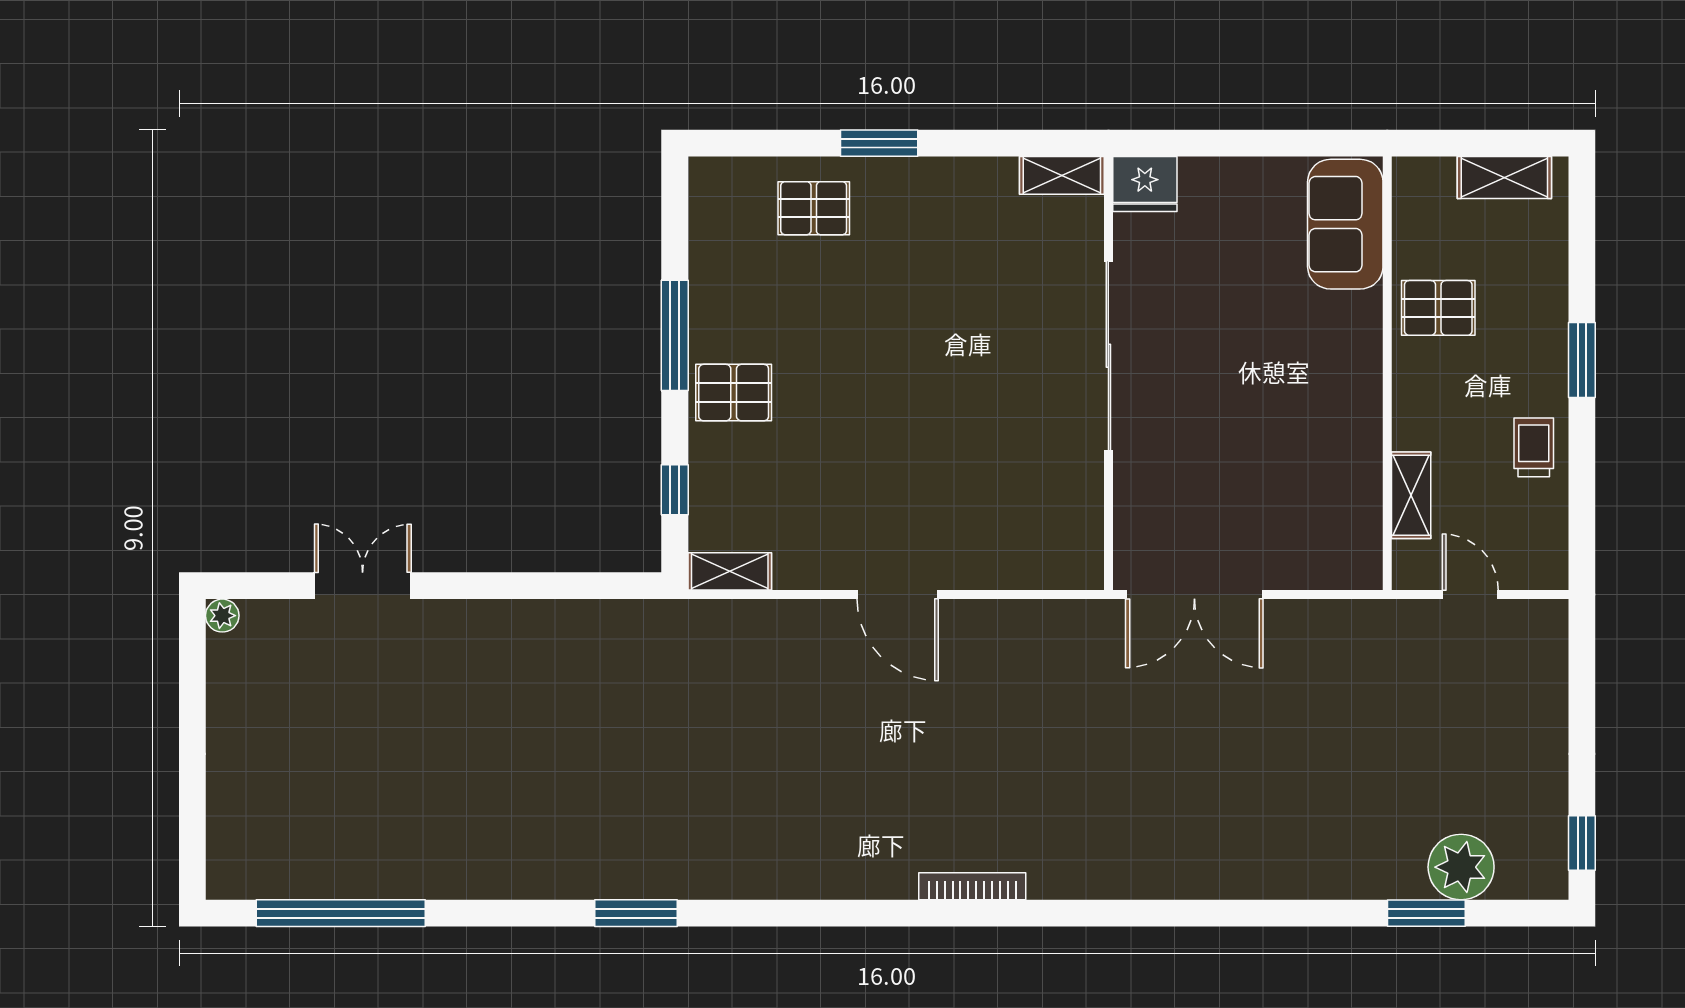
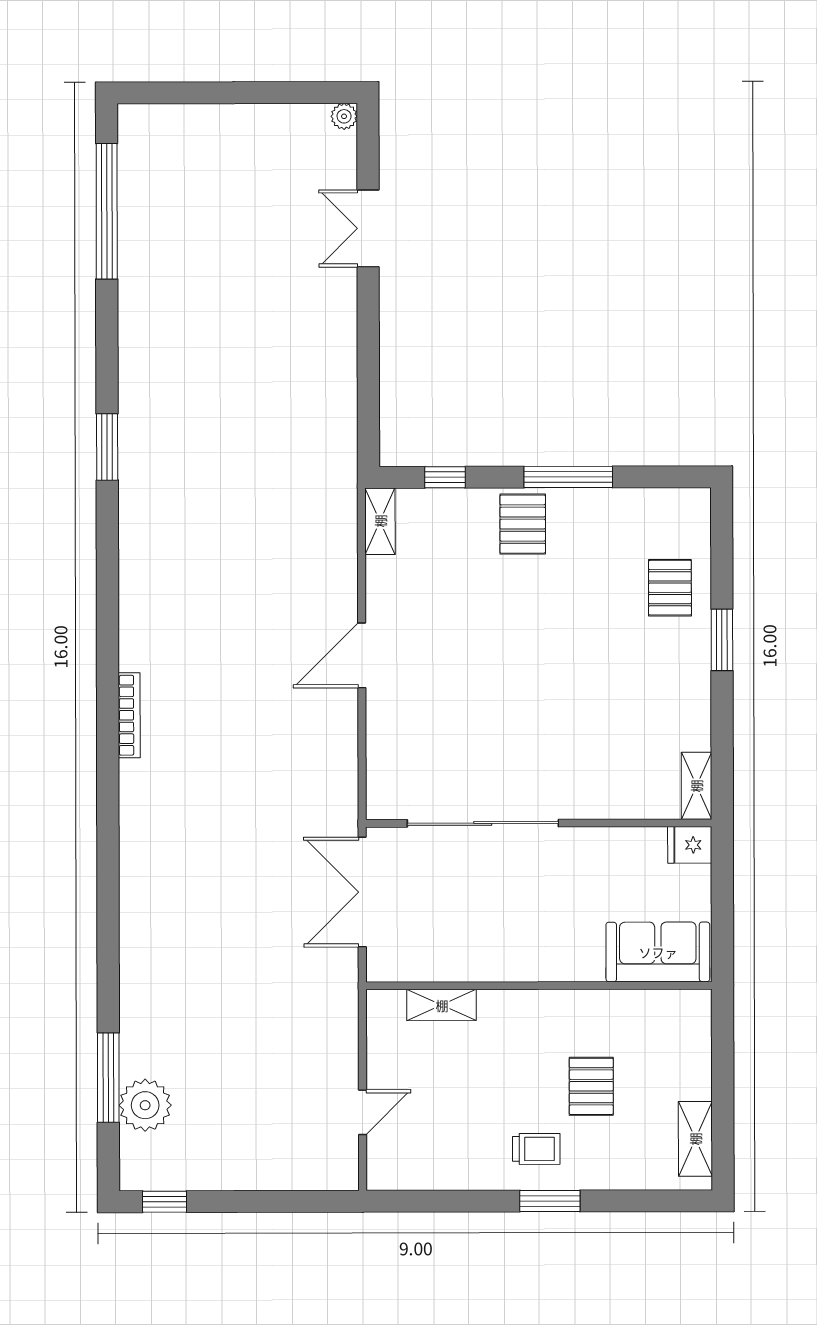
fridge: (1145, 184) -> (690, 845), width x0.72
sofa: (1345, 224) -> (658, 952), moved
sliding door: (1108, 356) -> (483, 823), moved
wall: (1387, 373) -> (539, 986), moved
trolley: (1534, 447) -> (536, 1149), moved
shelving: (1411, 495) -> (442, 1005), moved
double door: (363, 586) -> (368, 228), swing flipped
window: (1426, 913) -> (108, 1078), width x1.44

